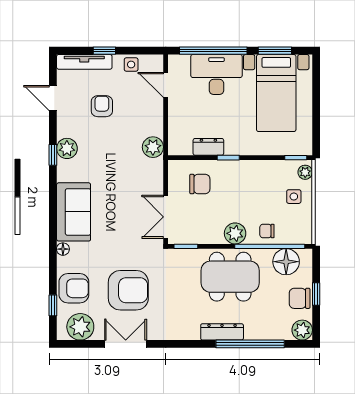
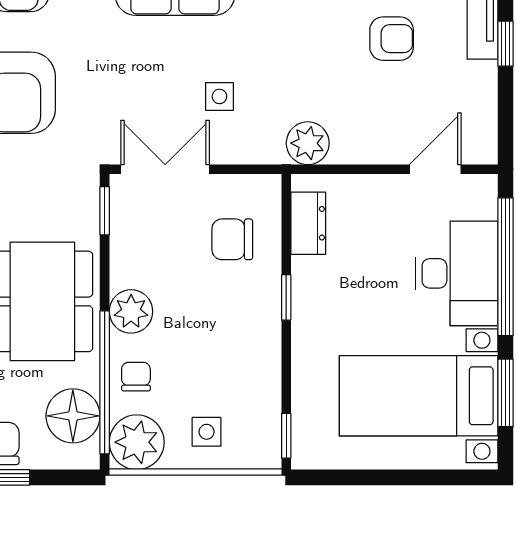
side table: (131, 65) -> (219, 96), moved
dresser: (208, 147) -> (308, 223), moved
plant: (305, 172) -> (137, 442), moved, width x1.87, depth x1.87
chair: (200, 184) -> (232, 239), turned 90

